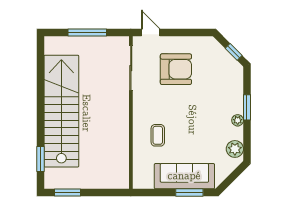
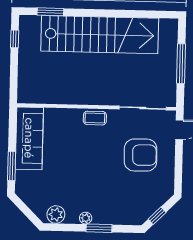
armchair: (176, 69) -> (141, 155), turned -91
coffee table: (158, 135) -> (95, 118), moved
sofa: (184, 176) -> (29, 138), moved
window: (67, 193) -> (15, 39), width x0.67

